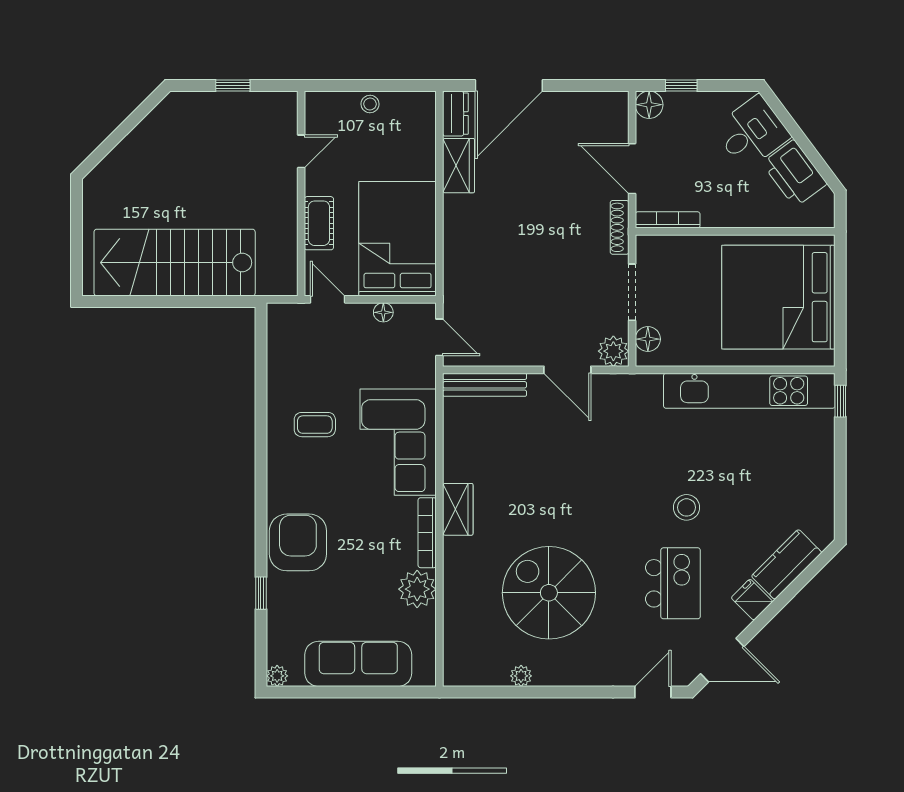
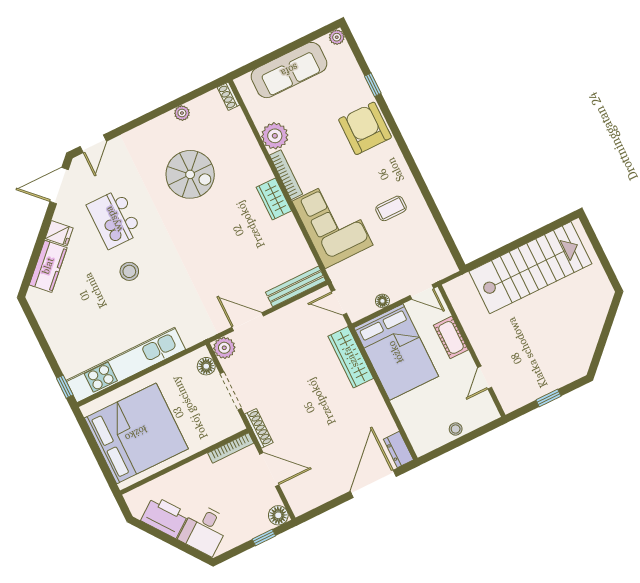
wardrobe: (459, 166) -> (351, 357), moved, width x1.50
armchair: (298, 542) -> (365, 128), turned 180
spiral stairs: (549, 593) -> (190, 174), width x0.73, depth x0.73
shoe rack: (452, 668) -> (228, 96), added

